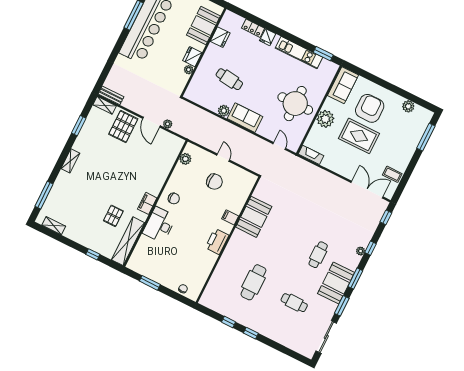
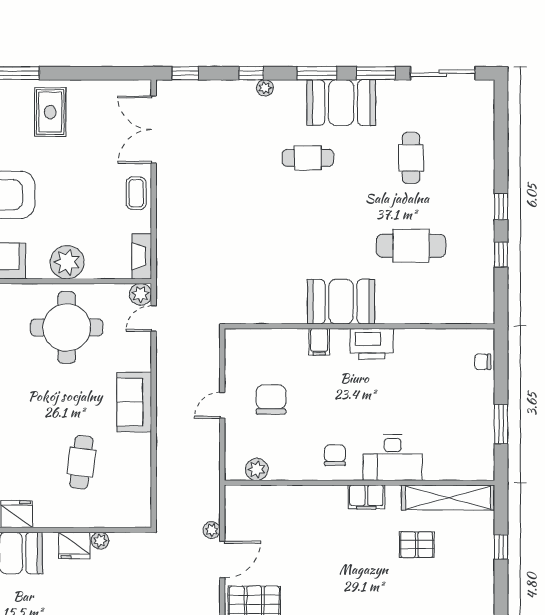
plant: (224, 111) -> (140, 294), moved
rug: (359, 136) -> (50, 112), moved, width x0.73, depth x0.70
coffee table: (392, 174) -> (136, 193), moved
booth: (254, 217) -> (341, 302), moved

